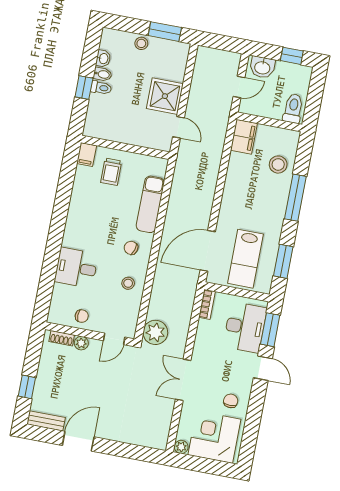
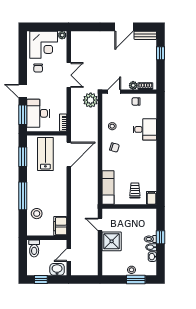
window: (165, 32) -> (136, 280), moved
exam couch: (150, 204) -> (108, 187), moved

